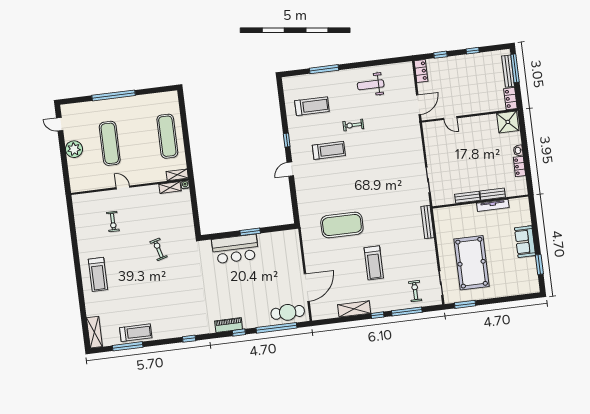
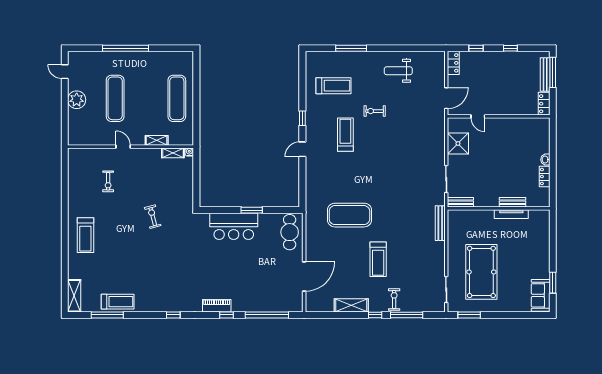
shower: (508, 122) -> (458, 143), moved
treadmill: (329, 150) -> (345, 135), turned -90
shelving: (177, 175) -> (157, 140), moved
bench: (467, 197) -> (460, 202), moved
sofa: (525, 242) -> (541, 295), moved
exercise bike: (415, 291) -> (394, 299), moved
cafe table: (288, 312) -> (290, 232), moved, turned 90

